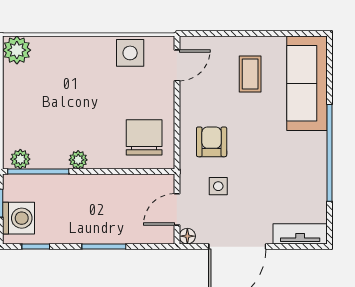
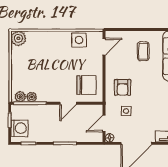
chair: (144, 137) -> (86, 85), turned 90
armchair: (212, 142) -> (123, 87), turned 180
plant: (78, 160) -> (32, 97), moved
door: (110, 171) -> (68, 103), added

